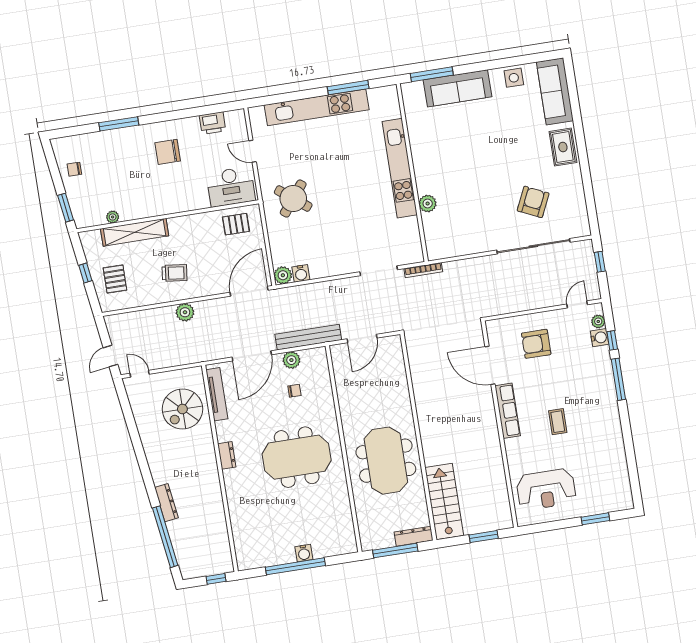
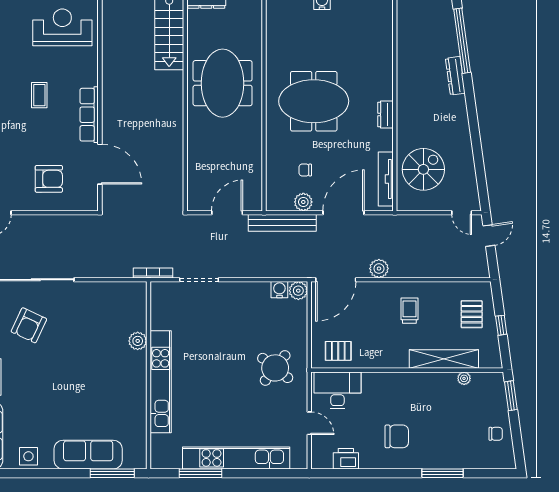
trolley: (175, 273) -> (409, 311), turned 83
plant: (185, 312) -> (379, 269), moved

